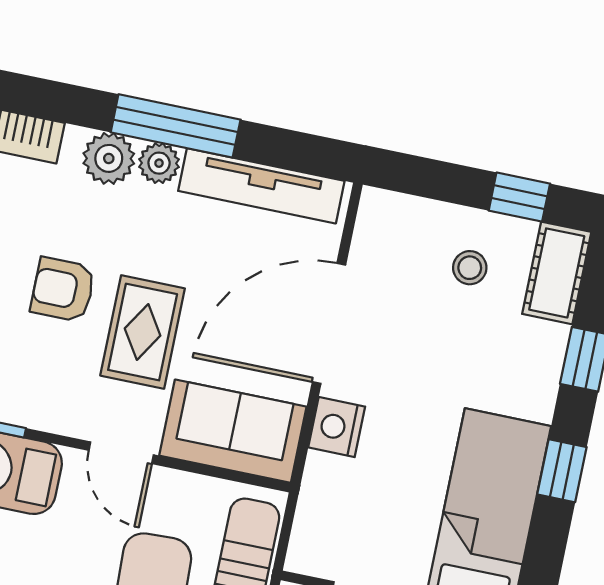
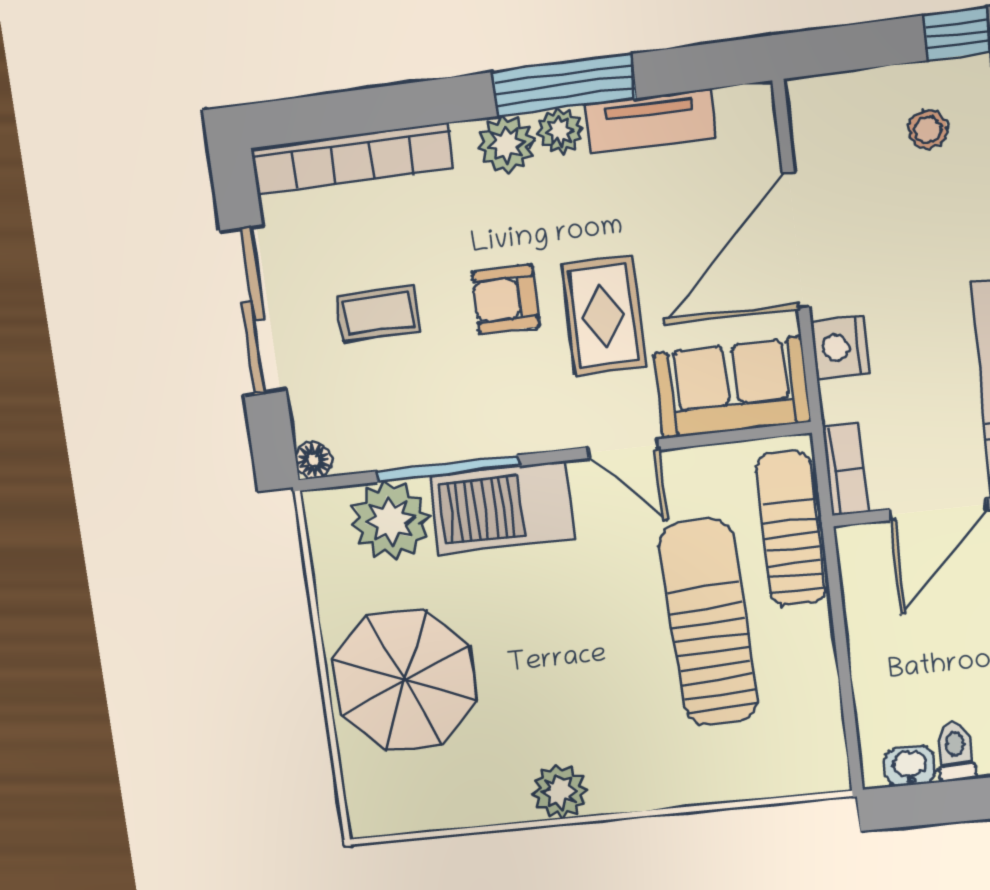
tv unit: (261, 186) -> (650, 121), width x0.71
bookcase: (307, 534) -> (845, 470), added

